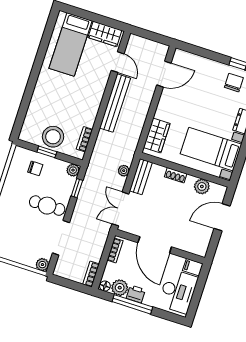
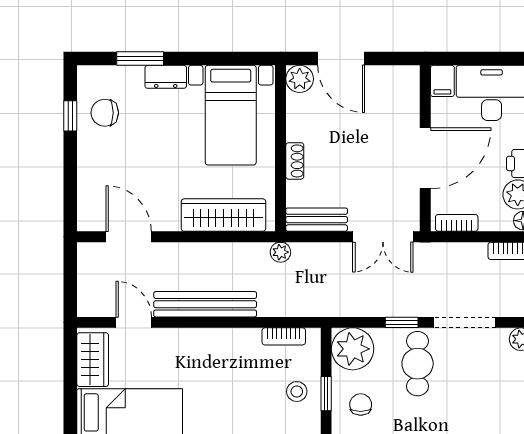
door: (118, 62) -> (134, 322), hinge flipped
wardrobe: (157, 136) -> (223, 215), width x1.50
stool: (53, 137) -> (297, 392), width x0.53, depth x0.53
plant: (73, 170) -> (353, 349), width x1.88, depth x1.88
plant: (124, 171) -> (280, 252), moved
plant: (202, 186) -> (300, 79), moved
window: (77, 188) -> (402, 322), moved

